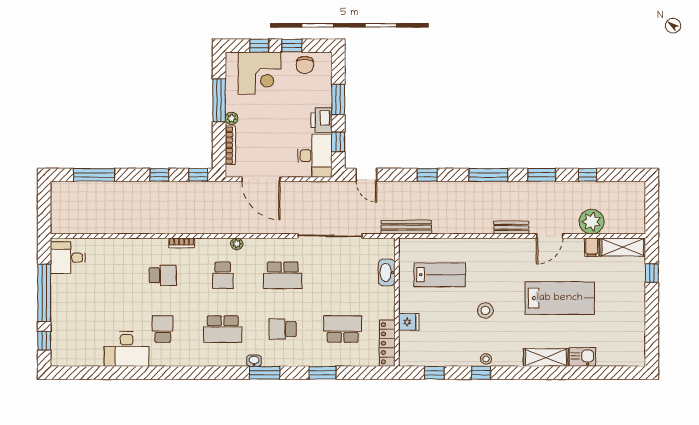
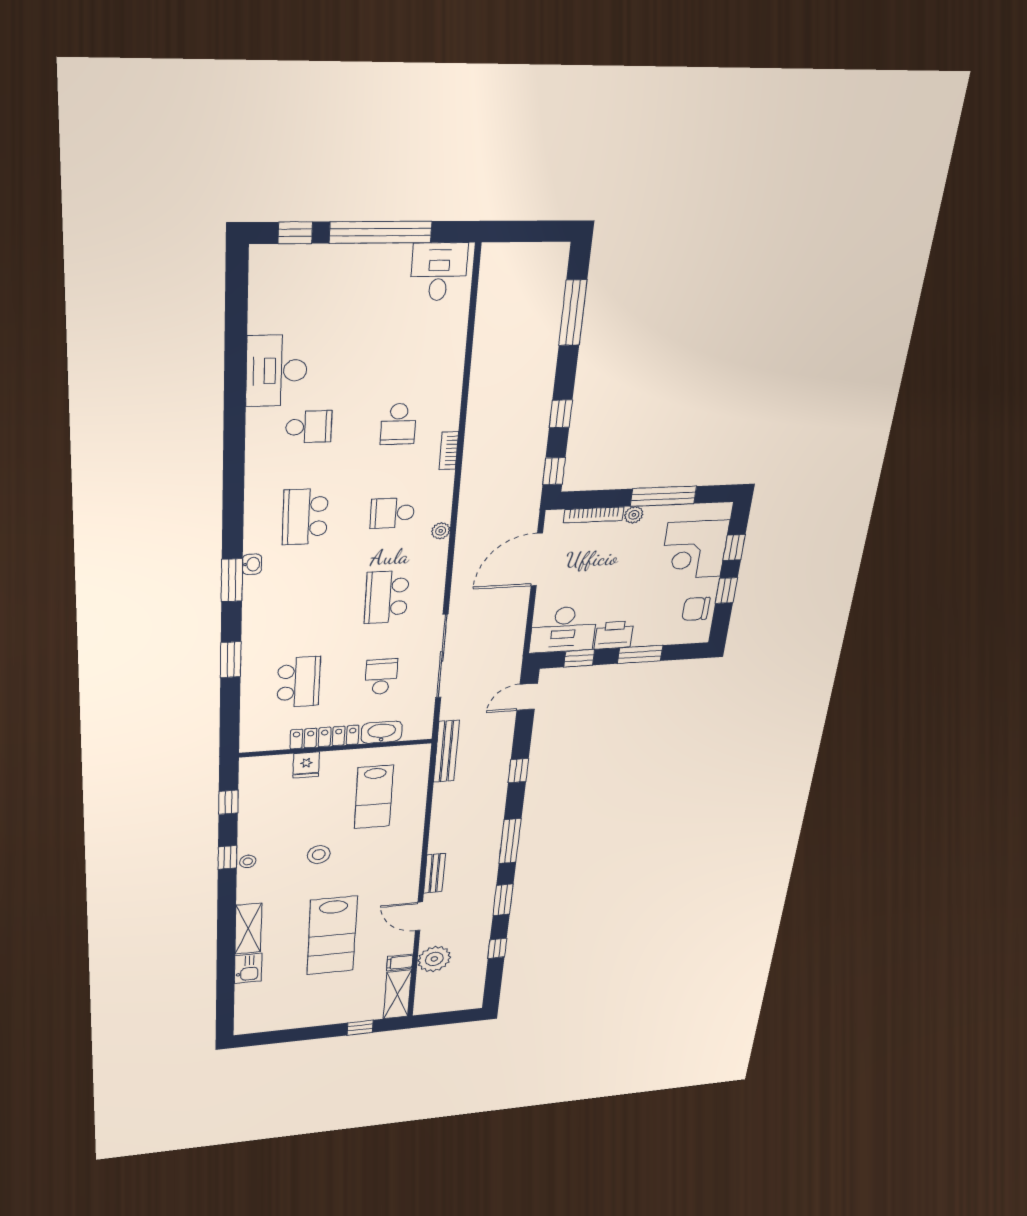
school desk: (283, 329) -> (381, 677), moved
locker: (387, 343) -> (325, 737), moved

